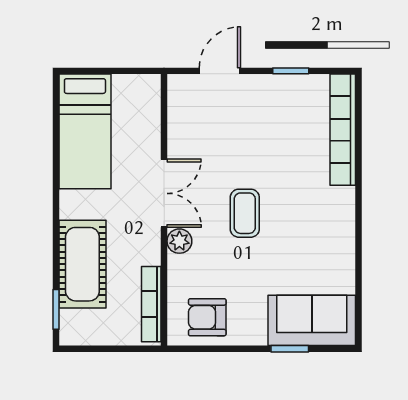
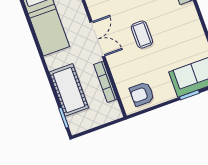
plant: (179, 241) -> (114, 61), removed
bookcase: (151, 304) -> (105, 82), moved

